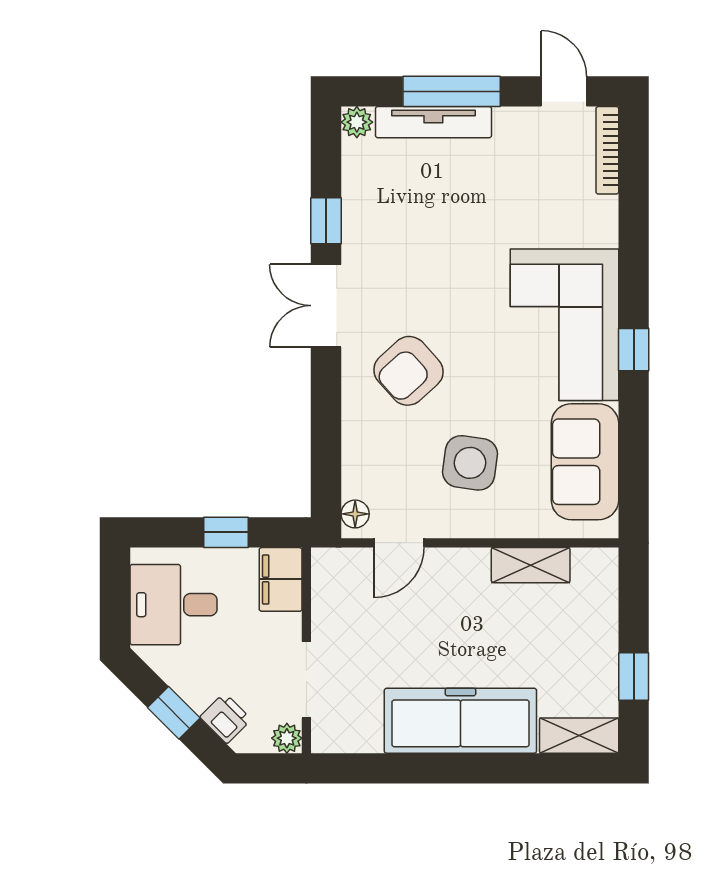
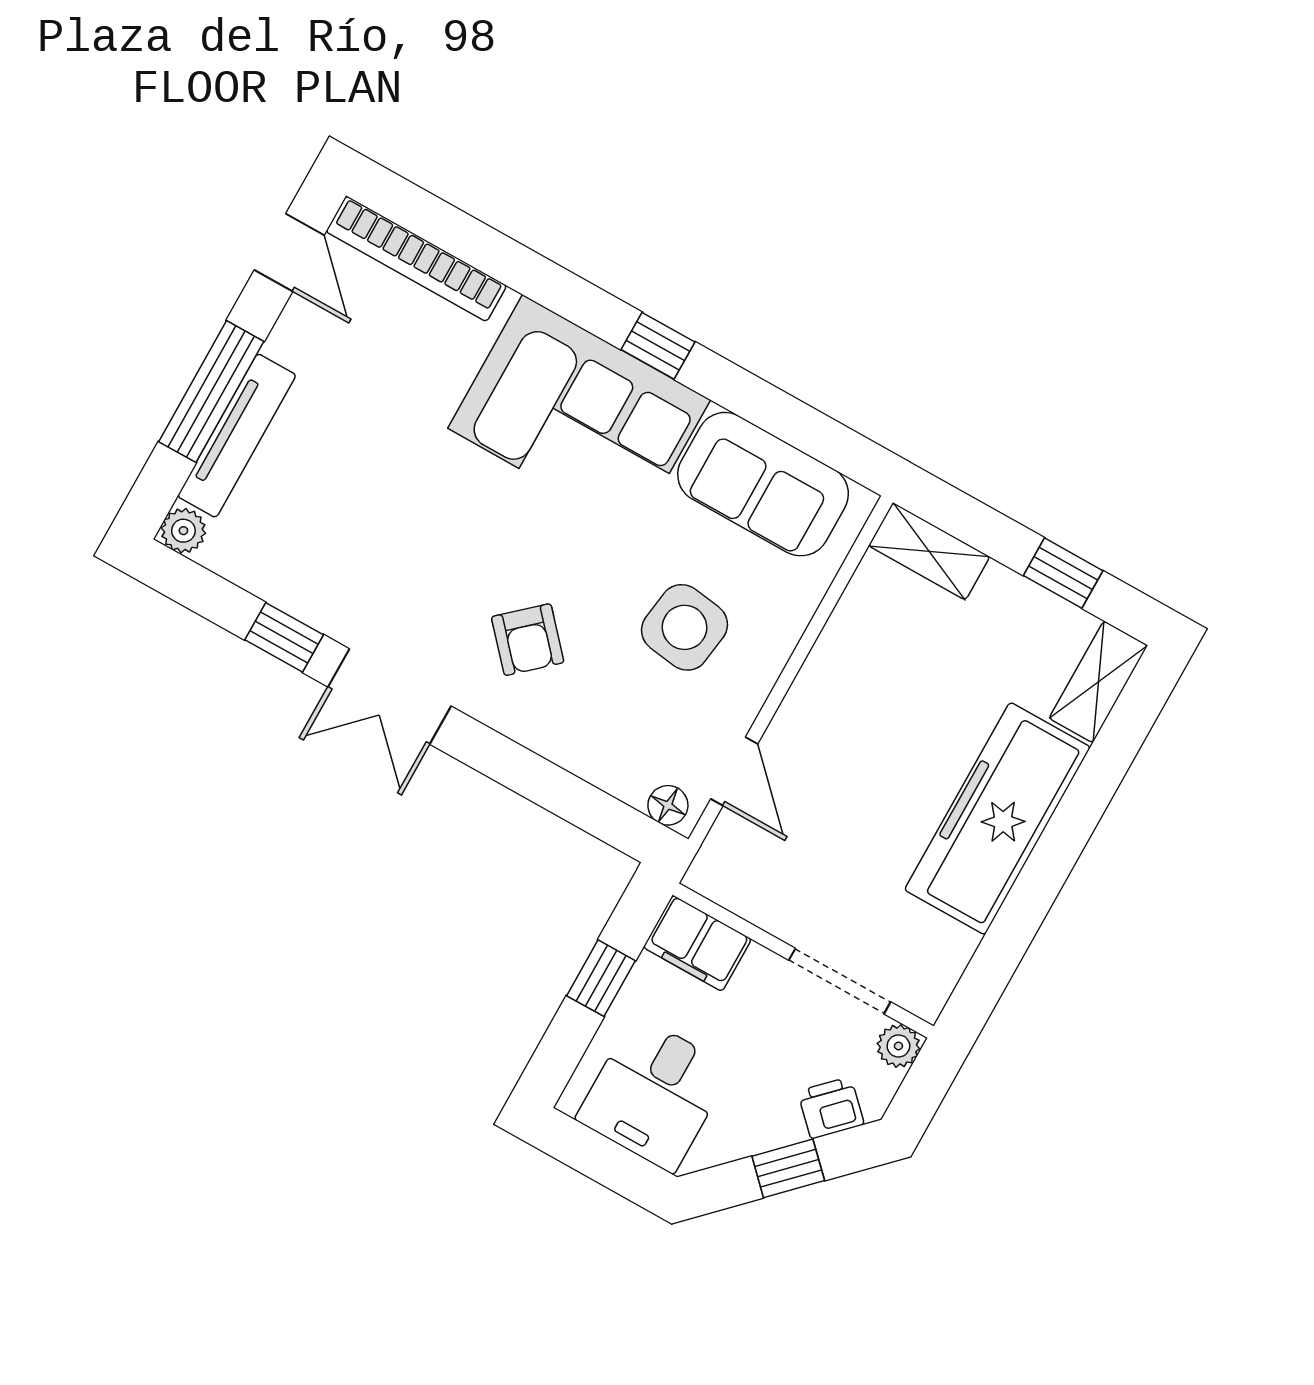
door: (564, 91) -> (289, 253), swing flipped
bookcase: (607, 150) -> (416, 259), width x1.48, depth x1.31
armchair: (408, 371) -> (528, 640), width x0.72, depth x0.72
shelving: (531, 565) -> (929, 551), moved, turned 90

